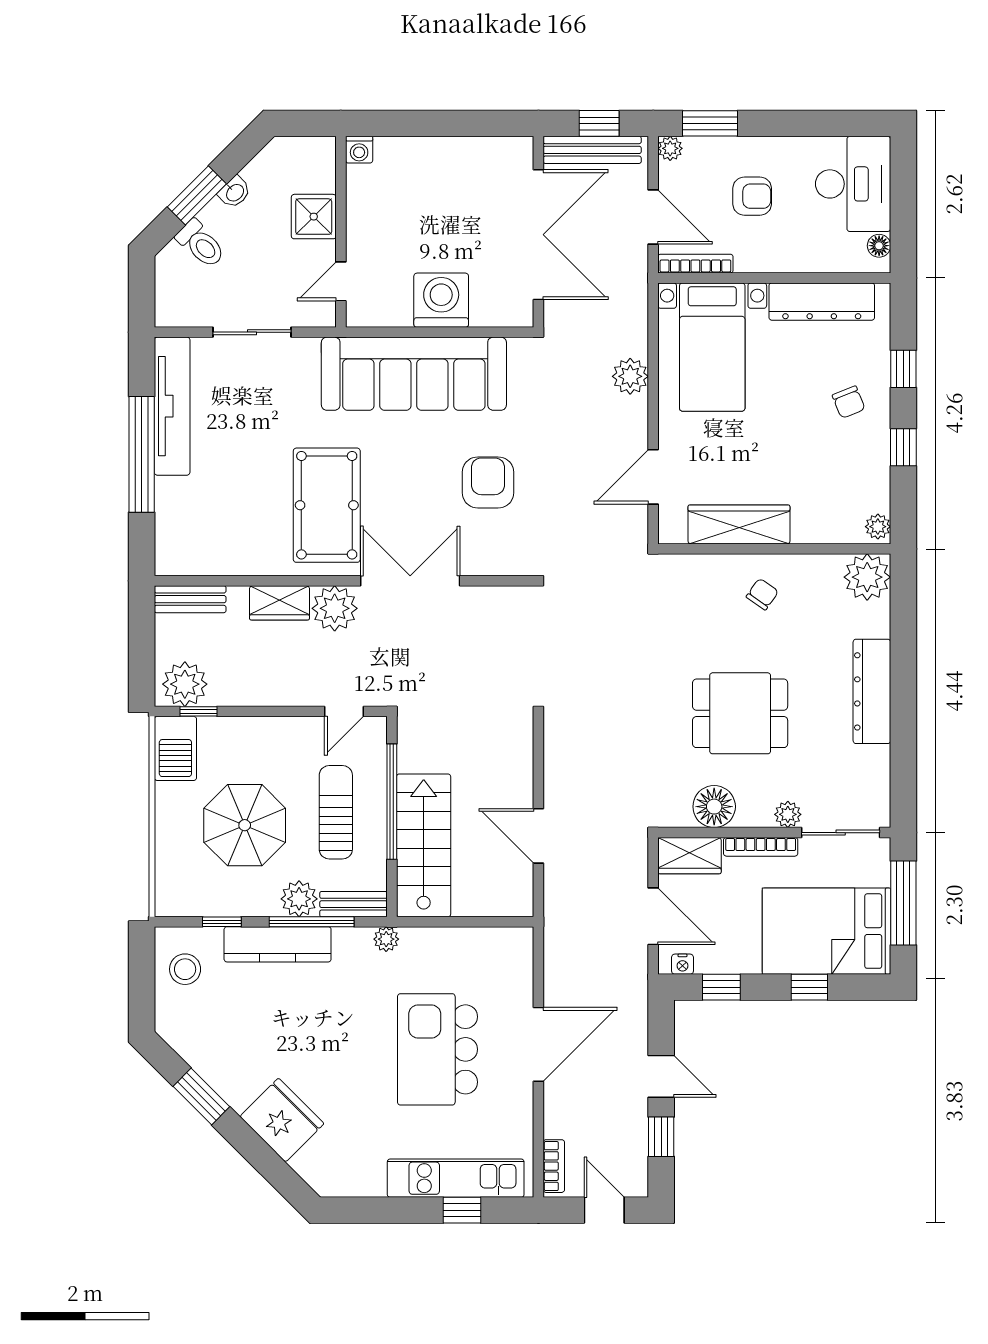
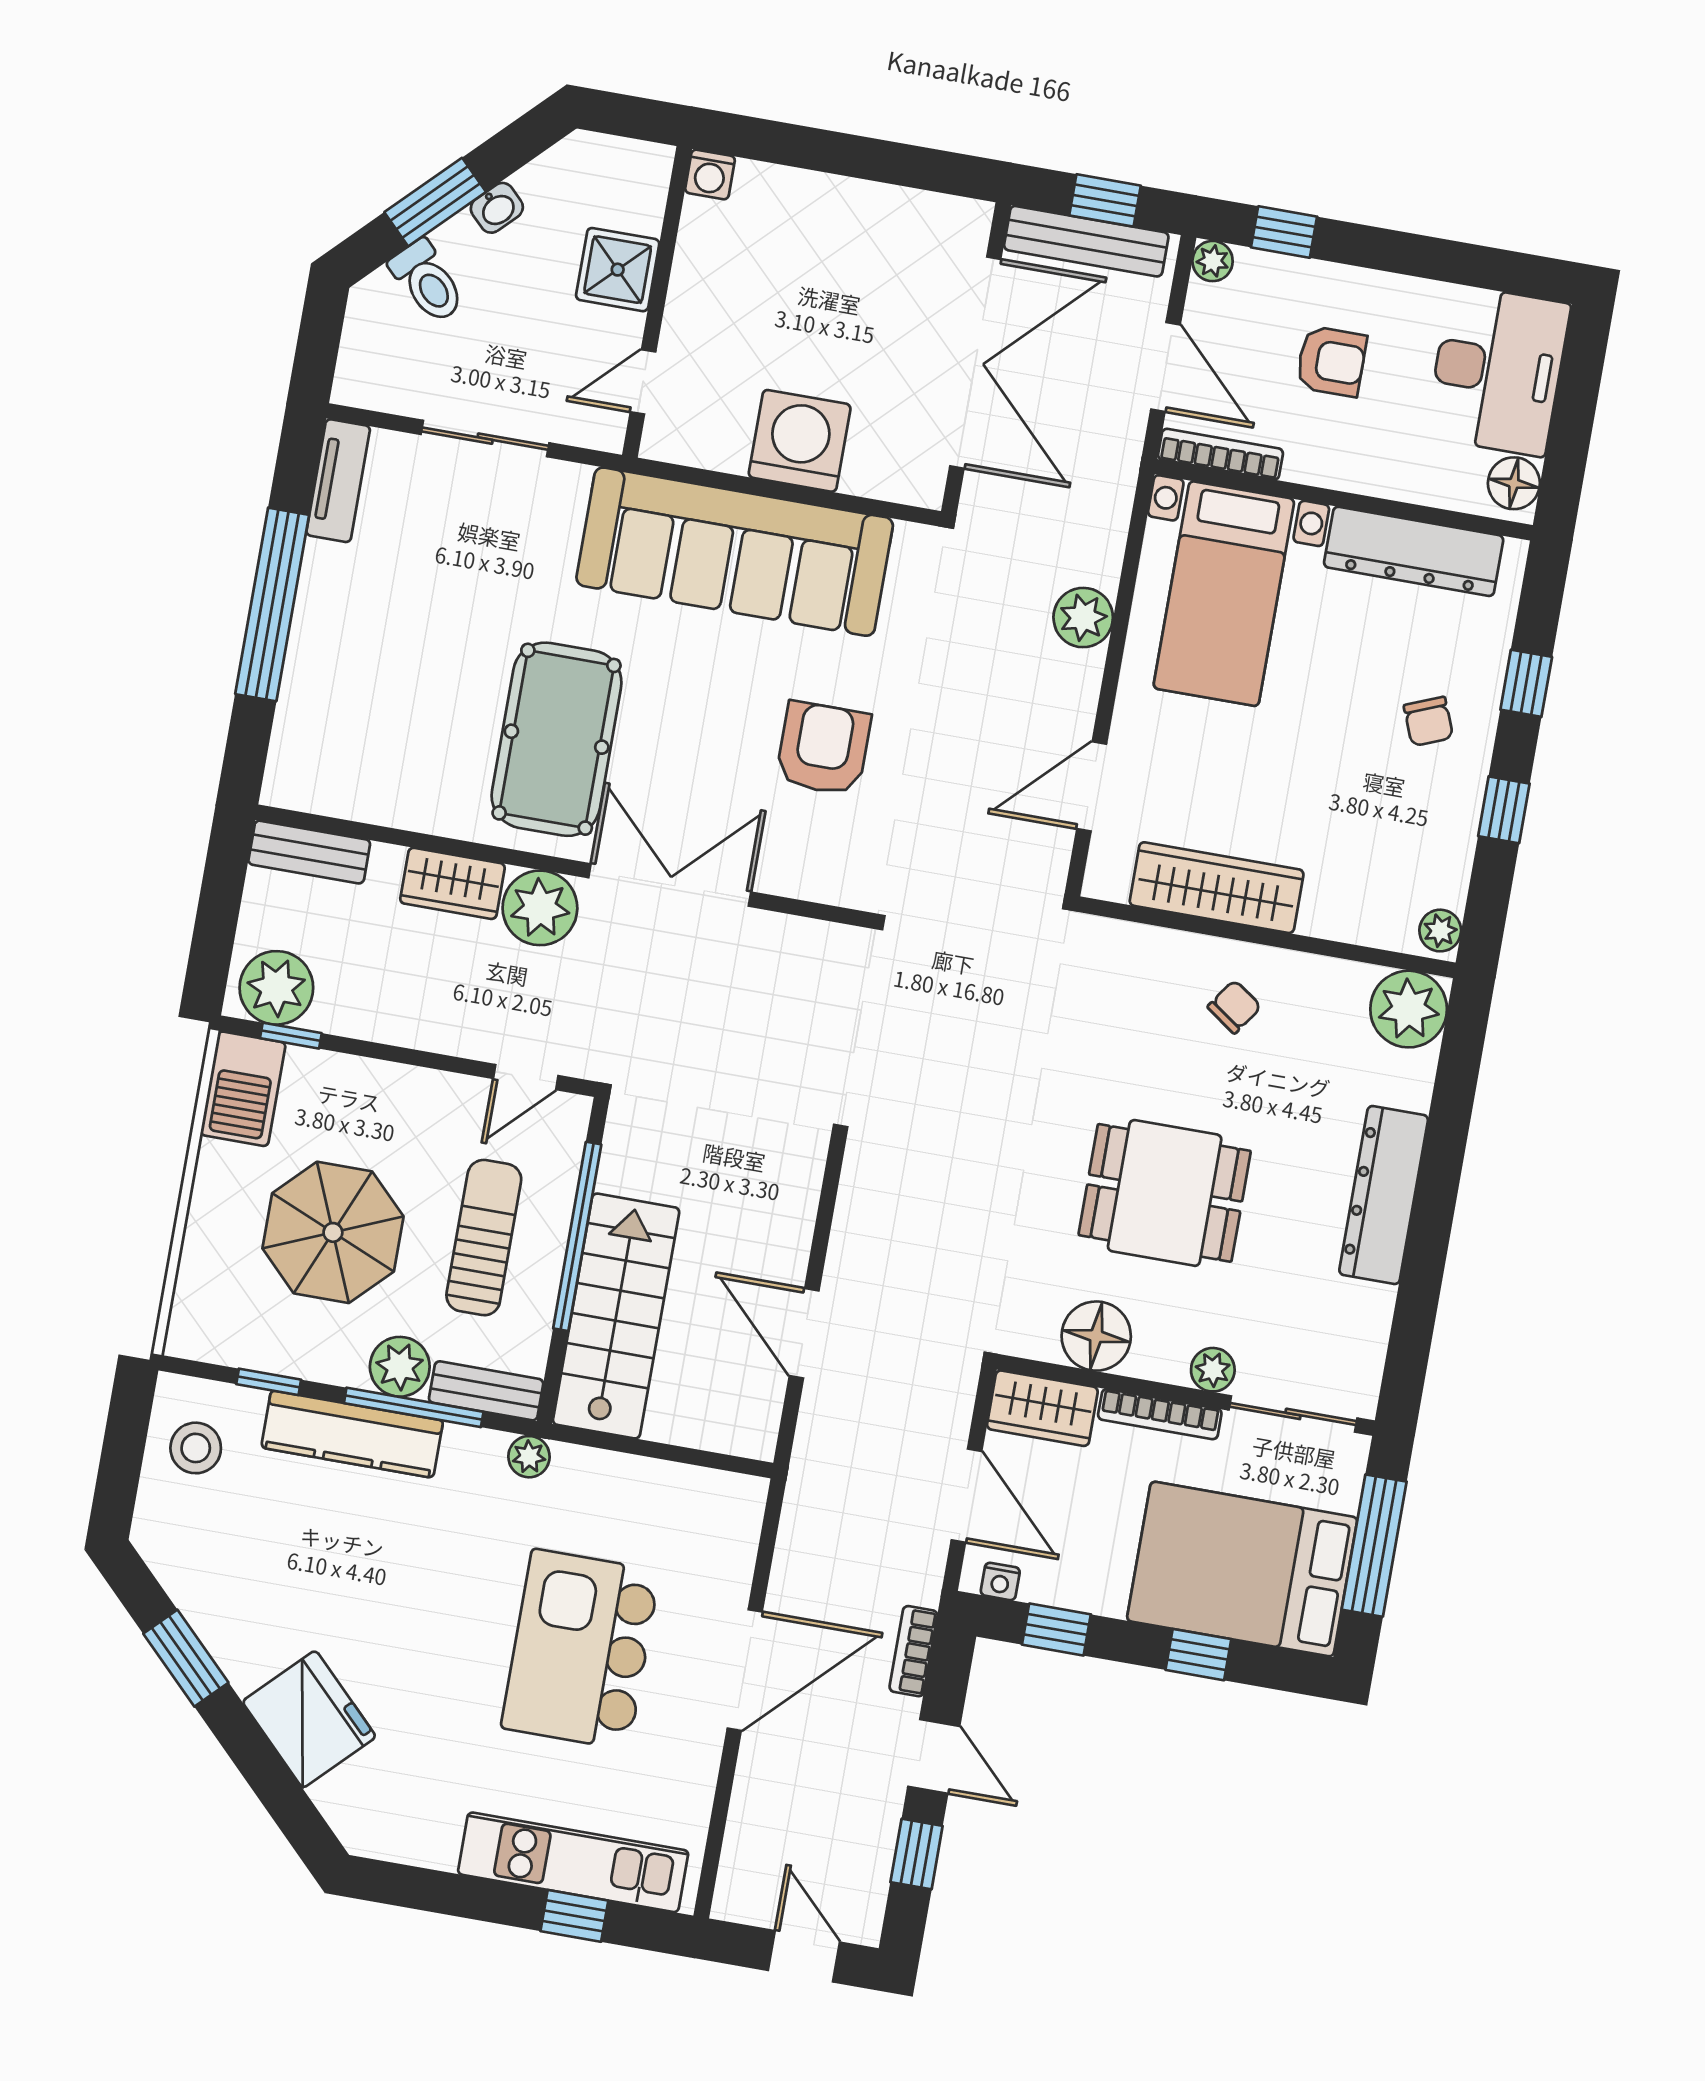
window: (710, 123) -> (1284, 232), width x0.67
floor lamp: (879, 246) -> (1514, 483), width x1.37, depth x1.37
tv unit: (172, 406) -> (338, 481), width x0.52, depth x0.78
bookcase: (554, 1166) -> (913, 1651), moved, turned 180

